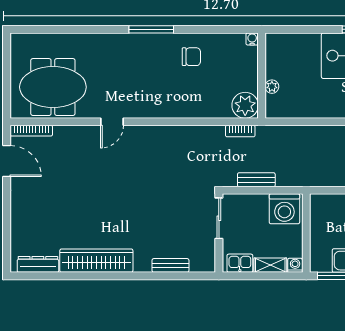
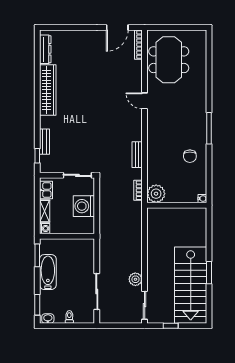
plant: (272, 87) -> (169, 212), removed
bench: (256, 180) -> (137, 155), moved
washing machine: (284, 209) -> (84, 206), moved
window: (191, 276) -> (37, 156), added

